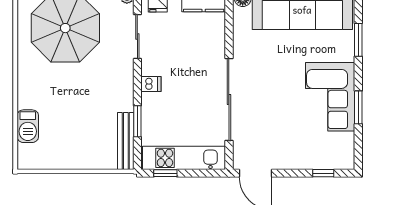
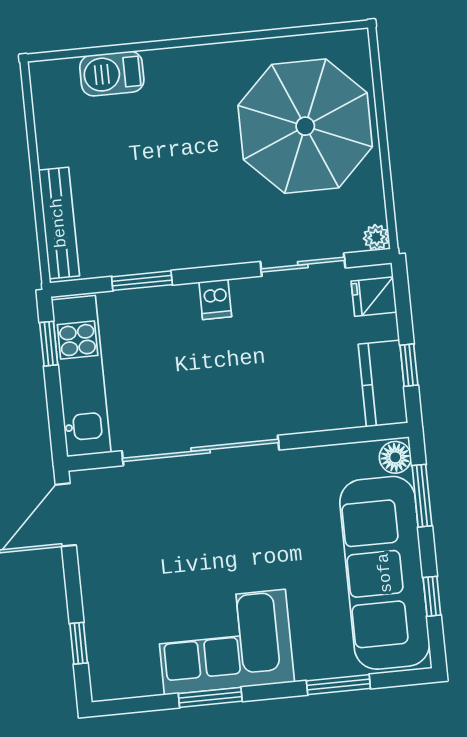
bench: (126, 141) -> (59, 223), moved, turned 90

